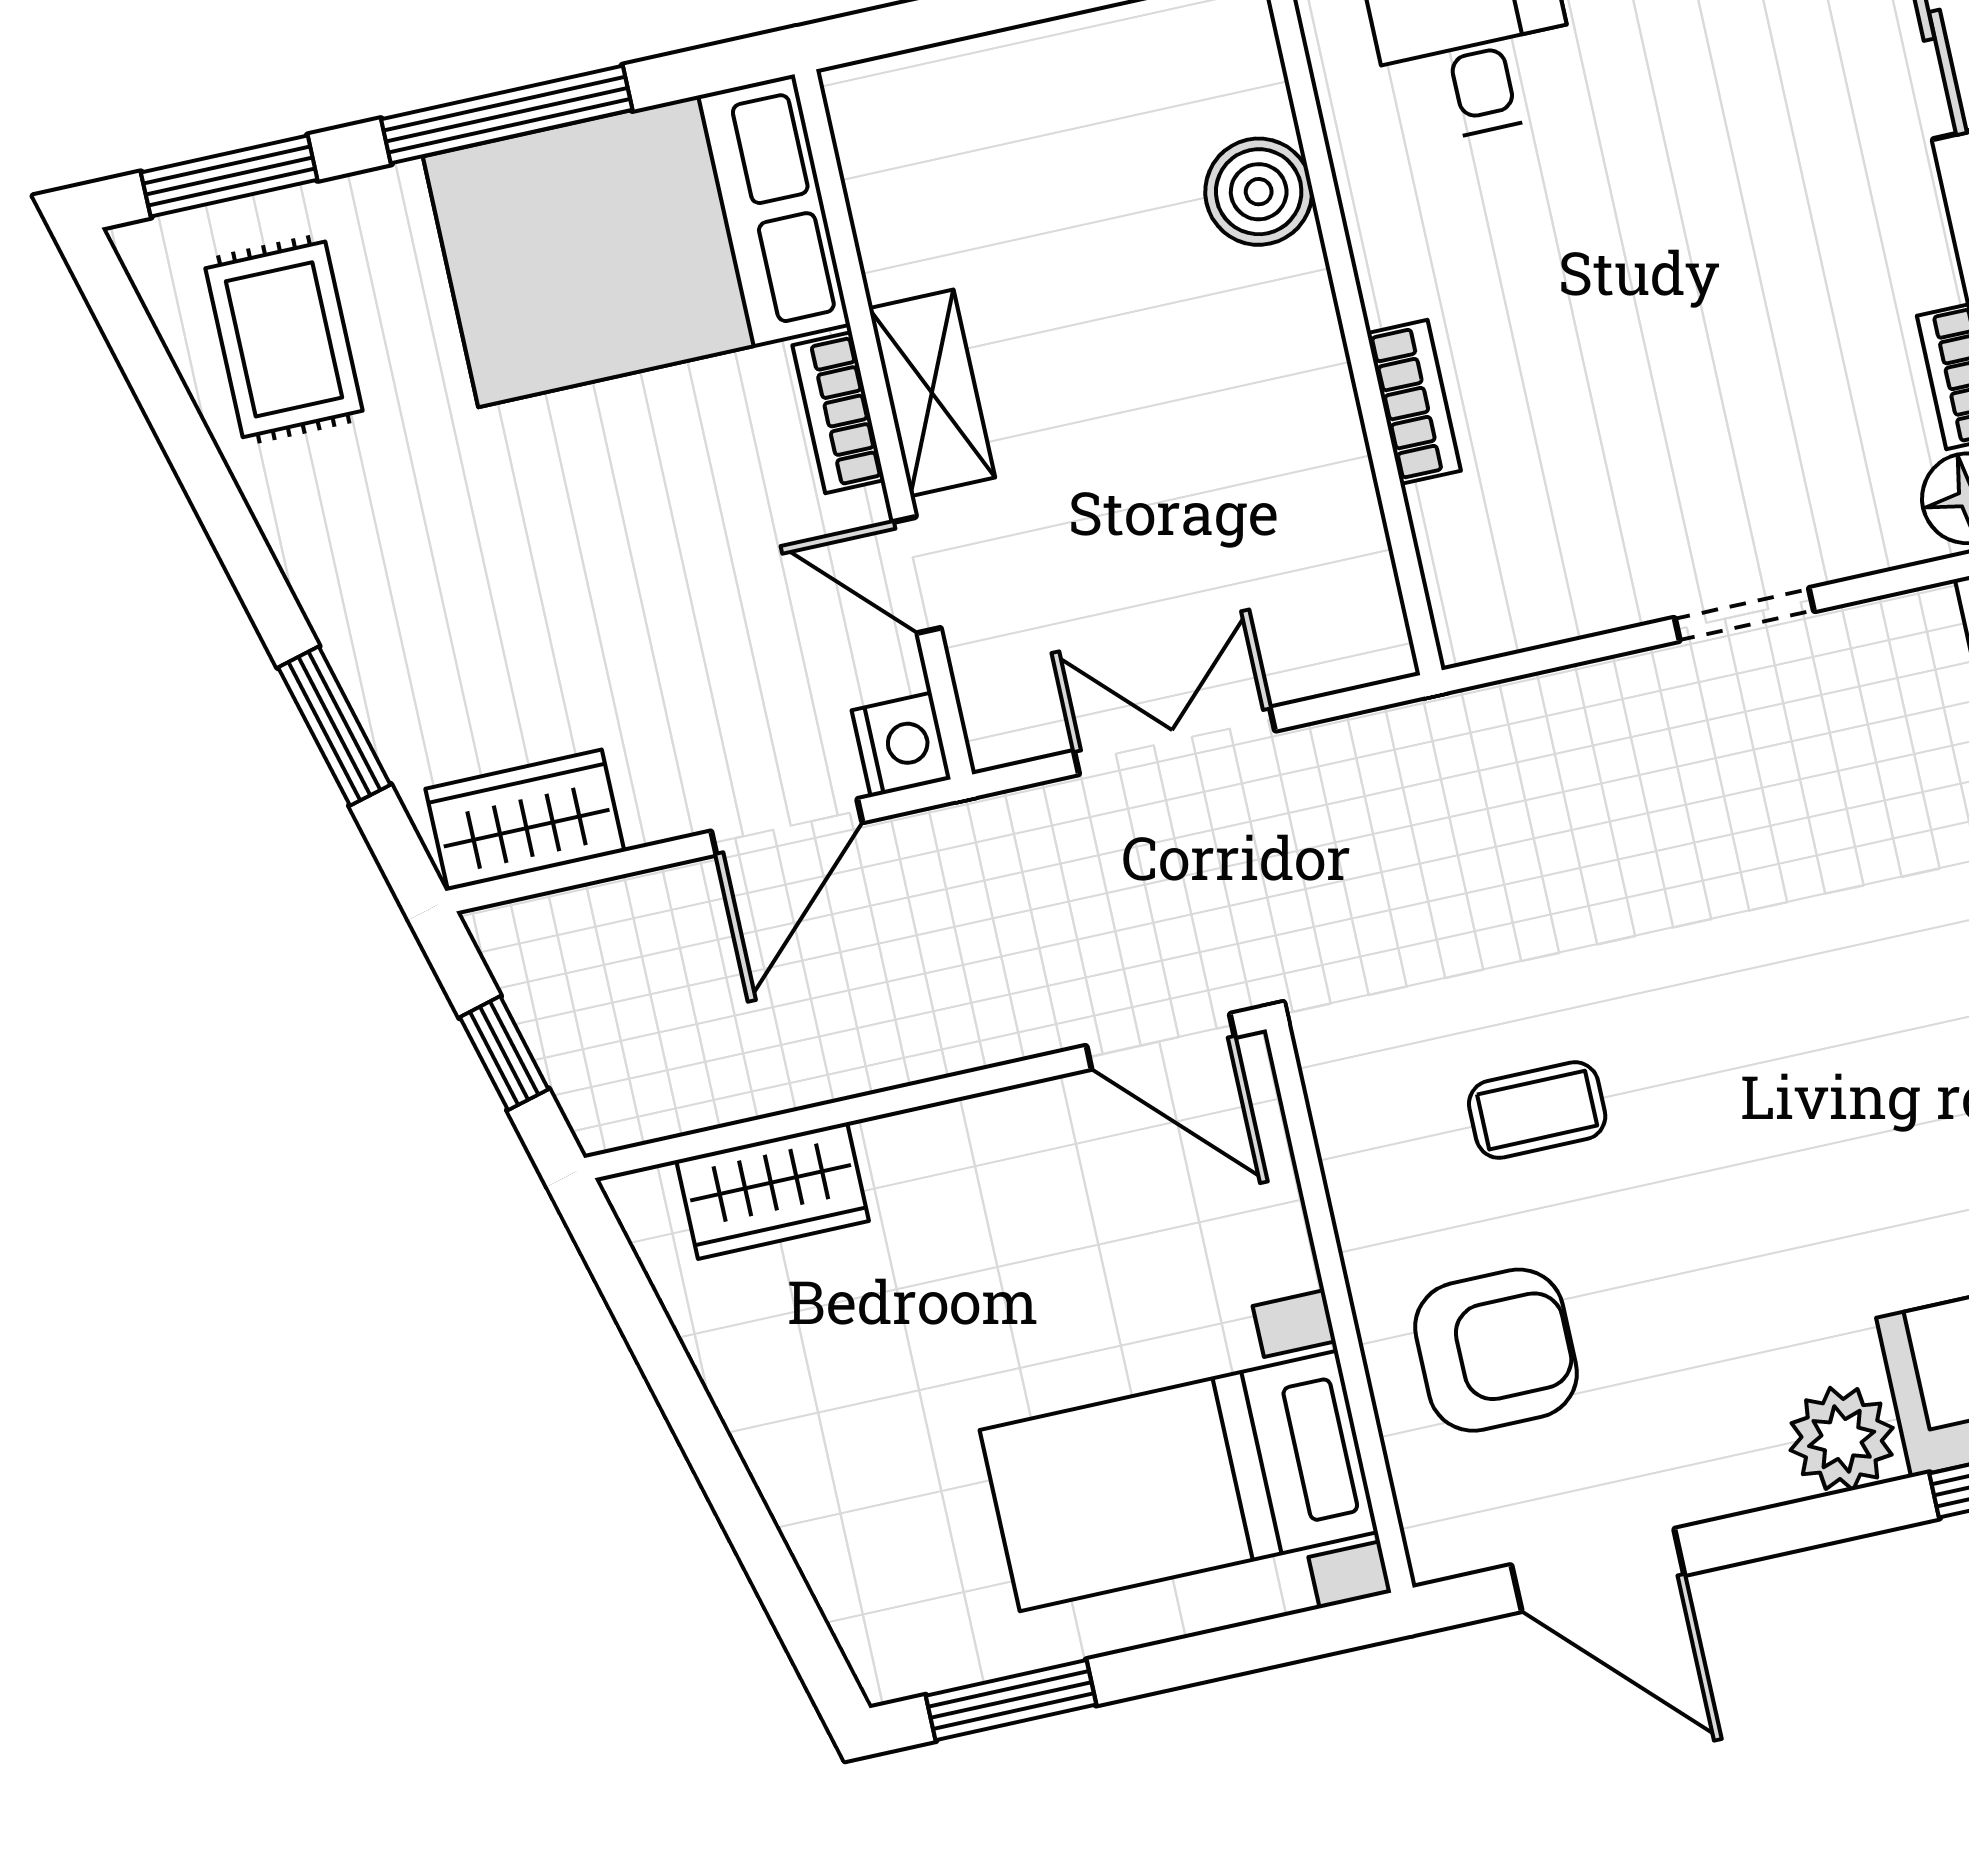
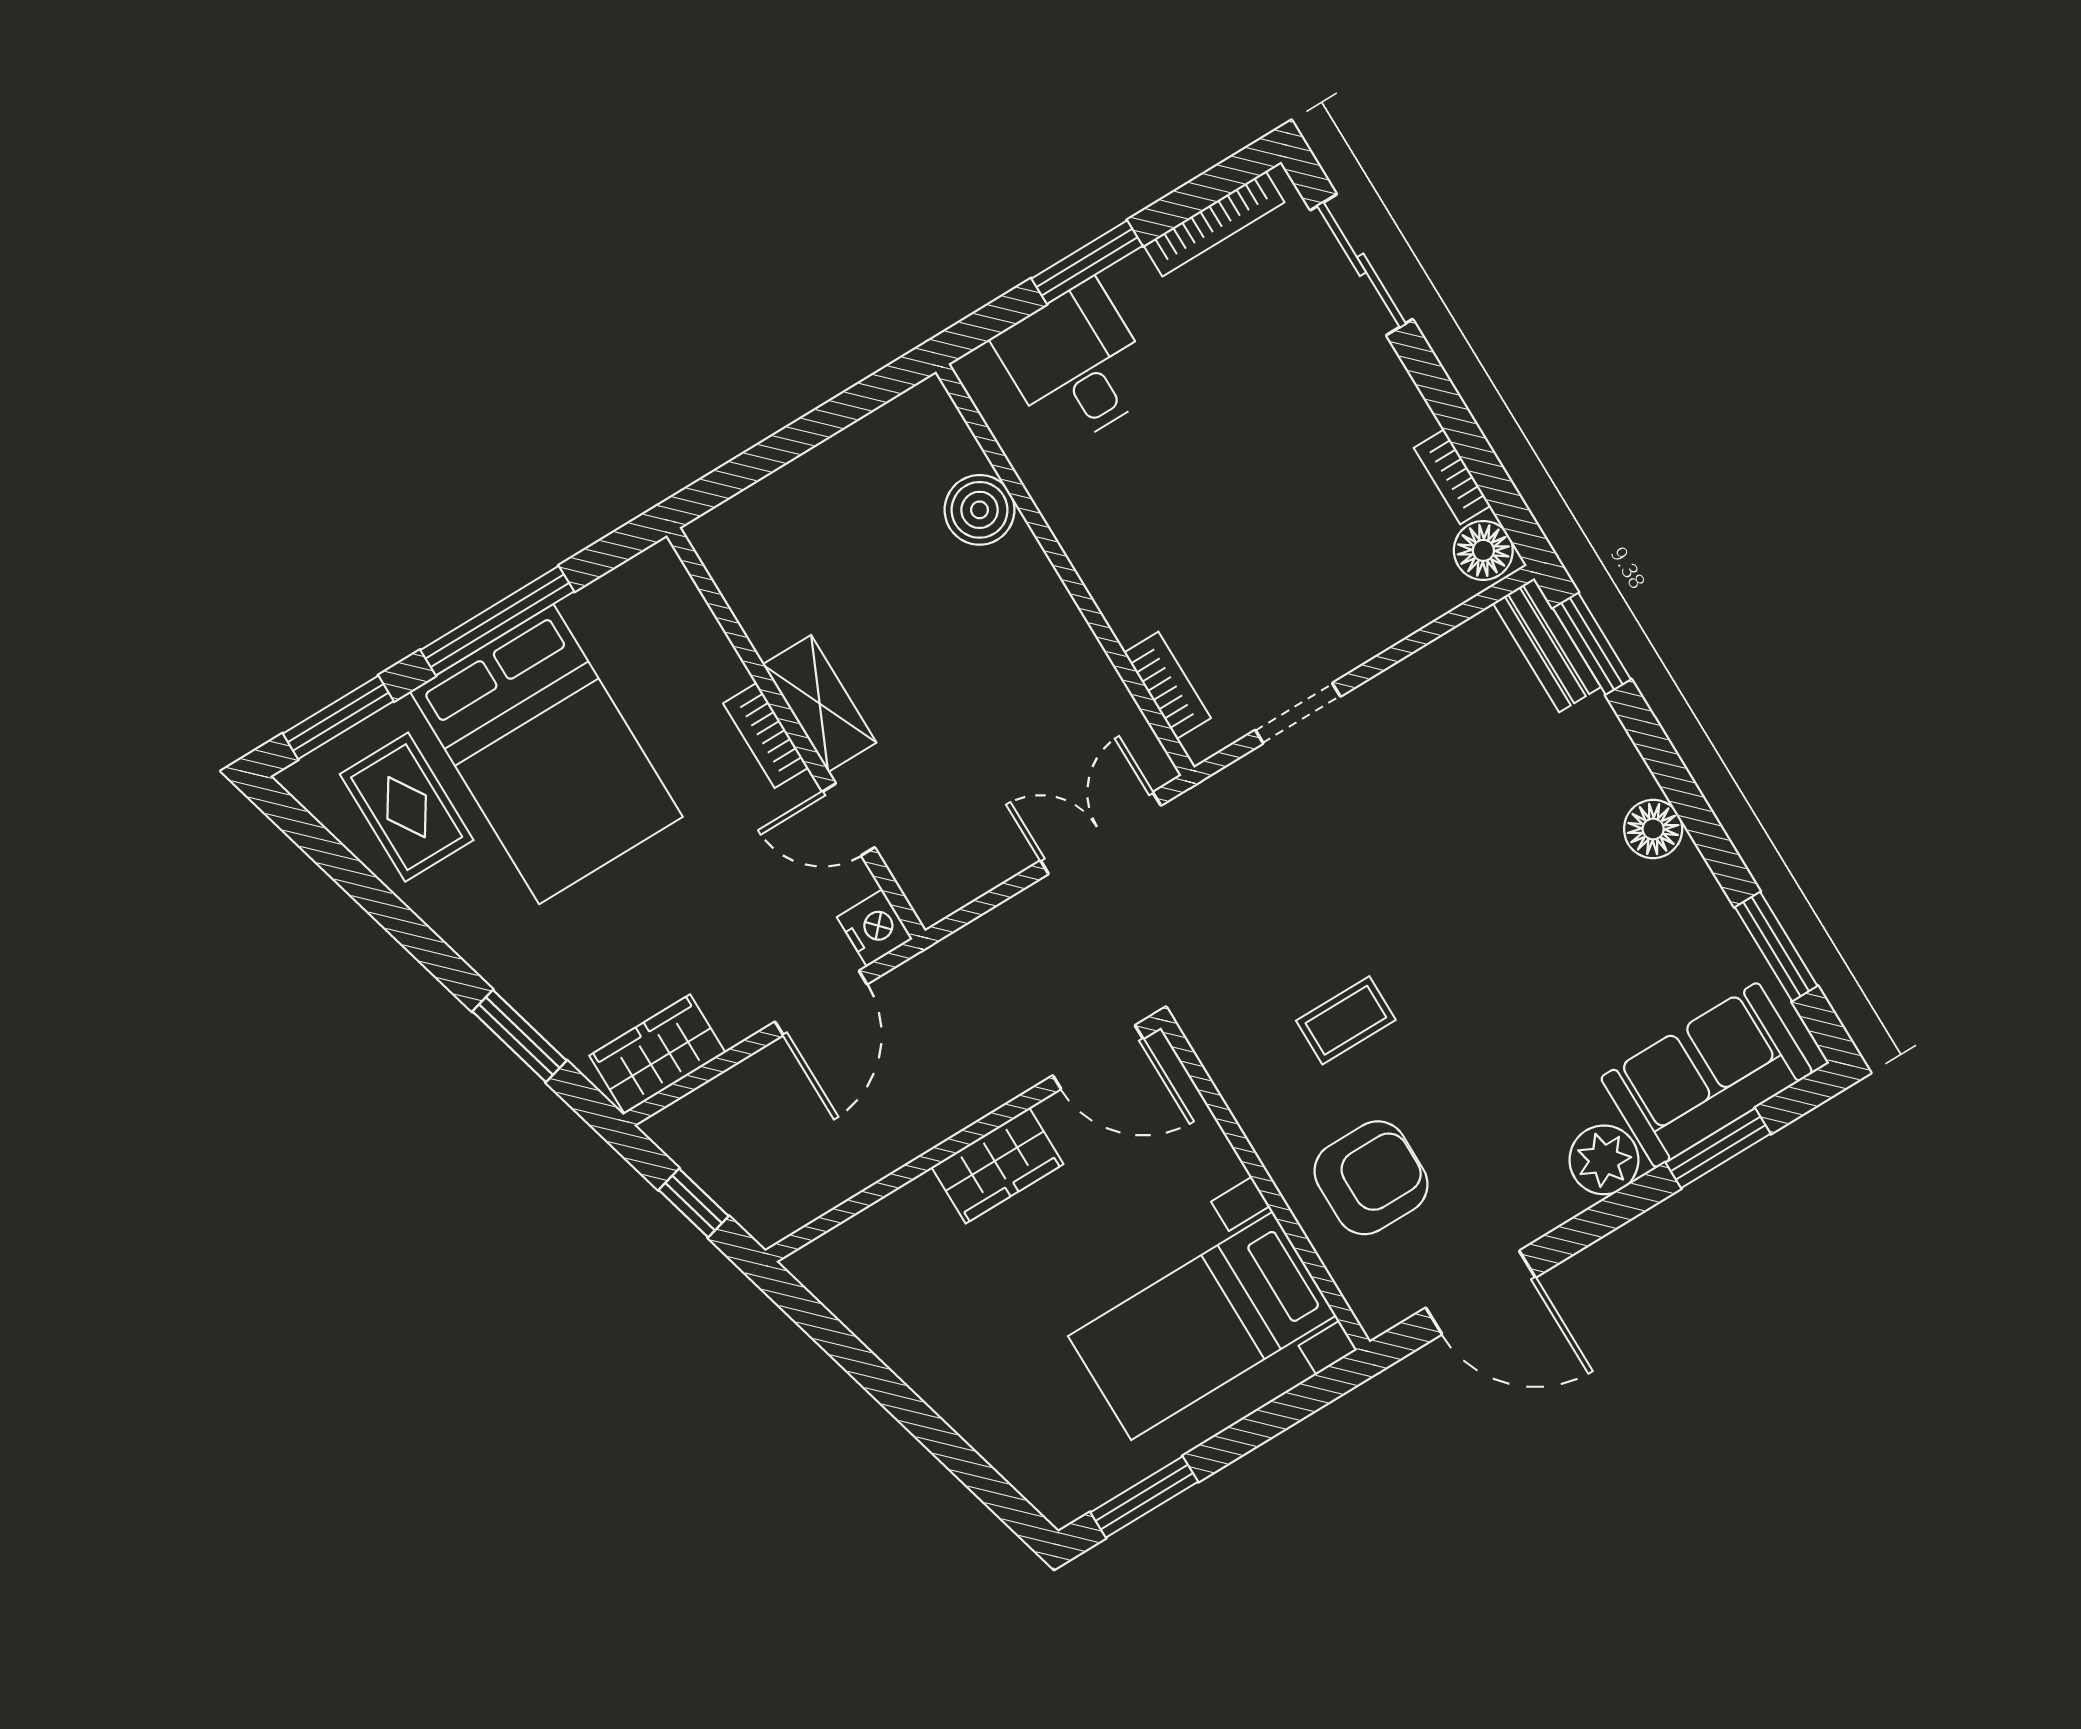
bed: (637, 241) -> (546, 754), moved, turned -90
bookcase: (1414, 402) -> (1167, 685), moved
doorway: (1744, 615) -> (1298, 713), moved
double door: (1175, 741) -> (1101, 833), moved
wardrobe: (772, 1191) -> (997, 1166), moved

